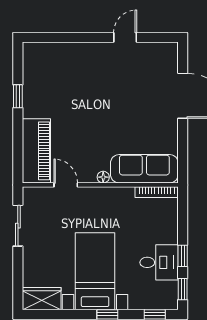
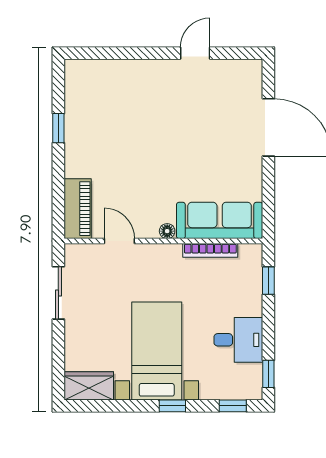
piano: (36, 151) -> (78, 209), width x0.73, depth x0.75
bookcase: (157, 192) -> (210, 250), moved
window: (183, 256) -> (268, 281), moved

